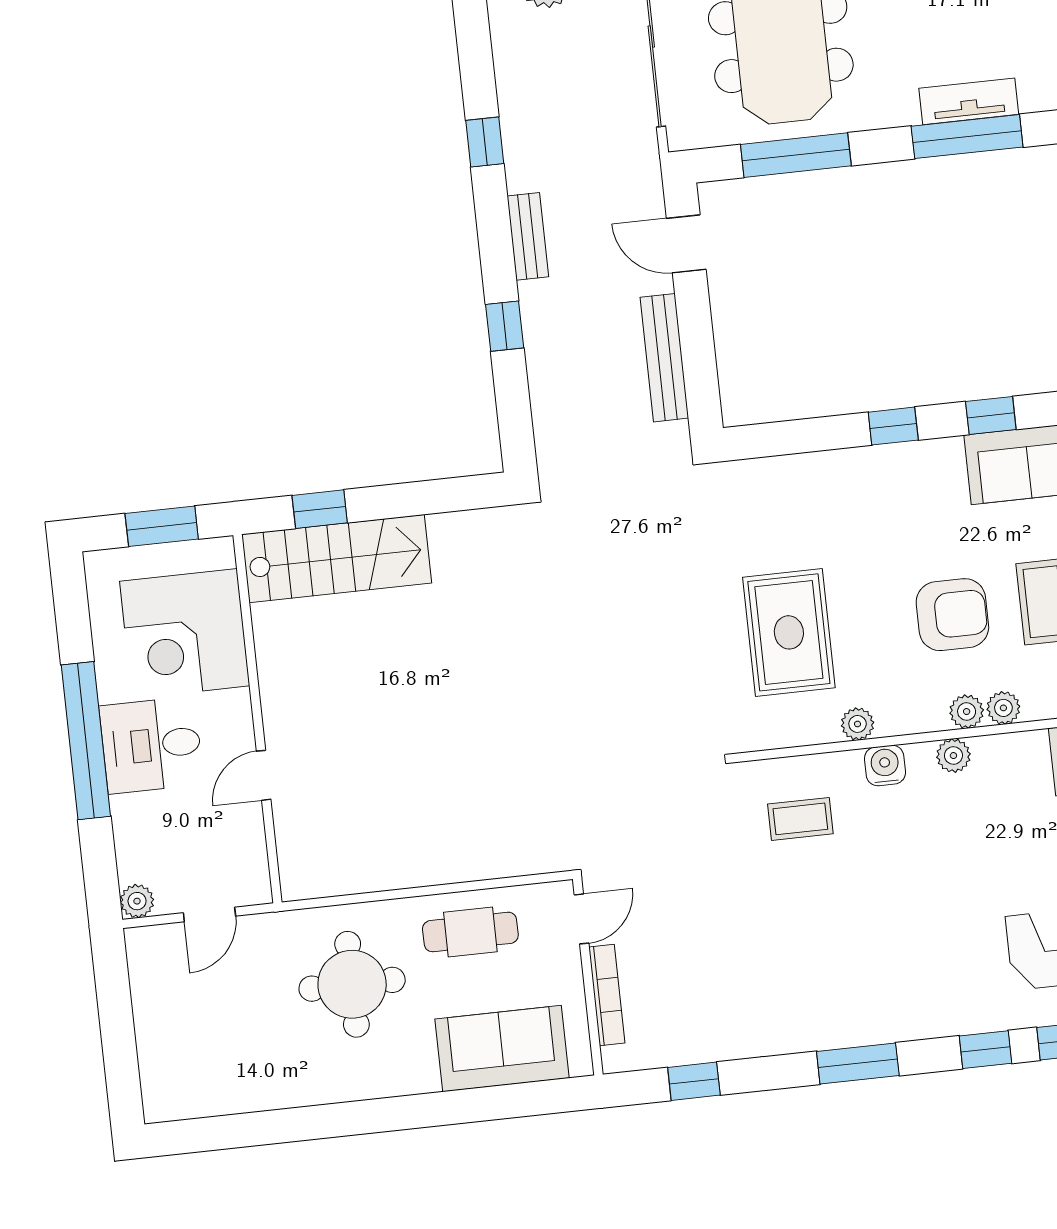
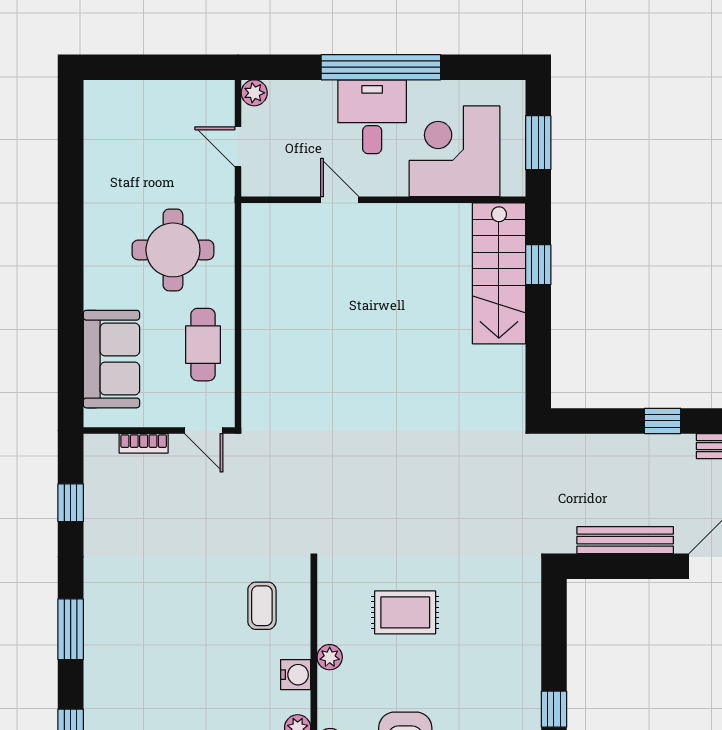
rug: (789, 632) -> (405, 612), width x0.73, depth x0.70
bookcase: (607, 995) -> (144, 443), width x0.64

